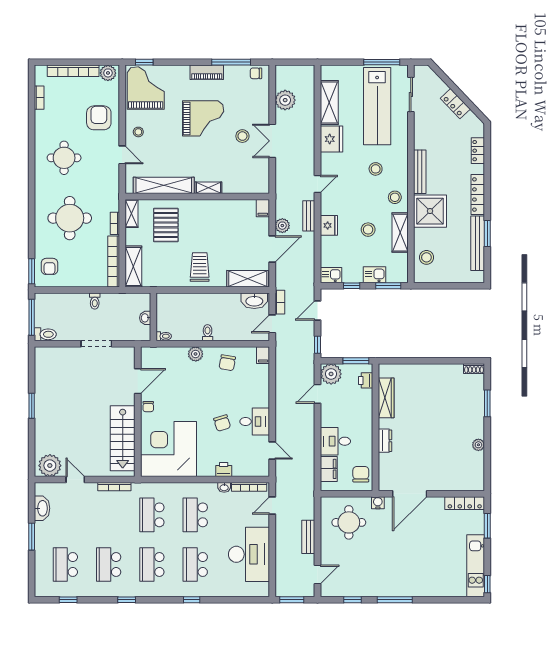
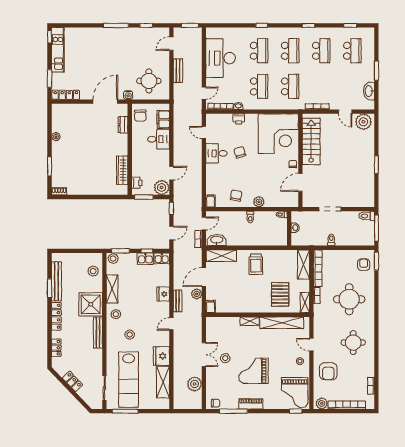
lab bench: (377, 106) -> (129, 380), turned 180
stool: (368, 230) -> (113, 259), moved
kitchen sink: (375, 275) -> (145, 259), moved
dresser: (385, 441) -> (123, 125), moved

